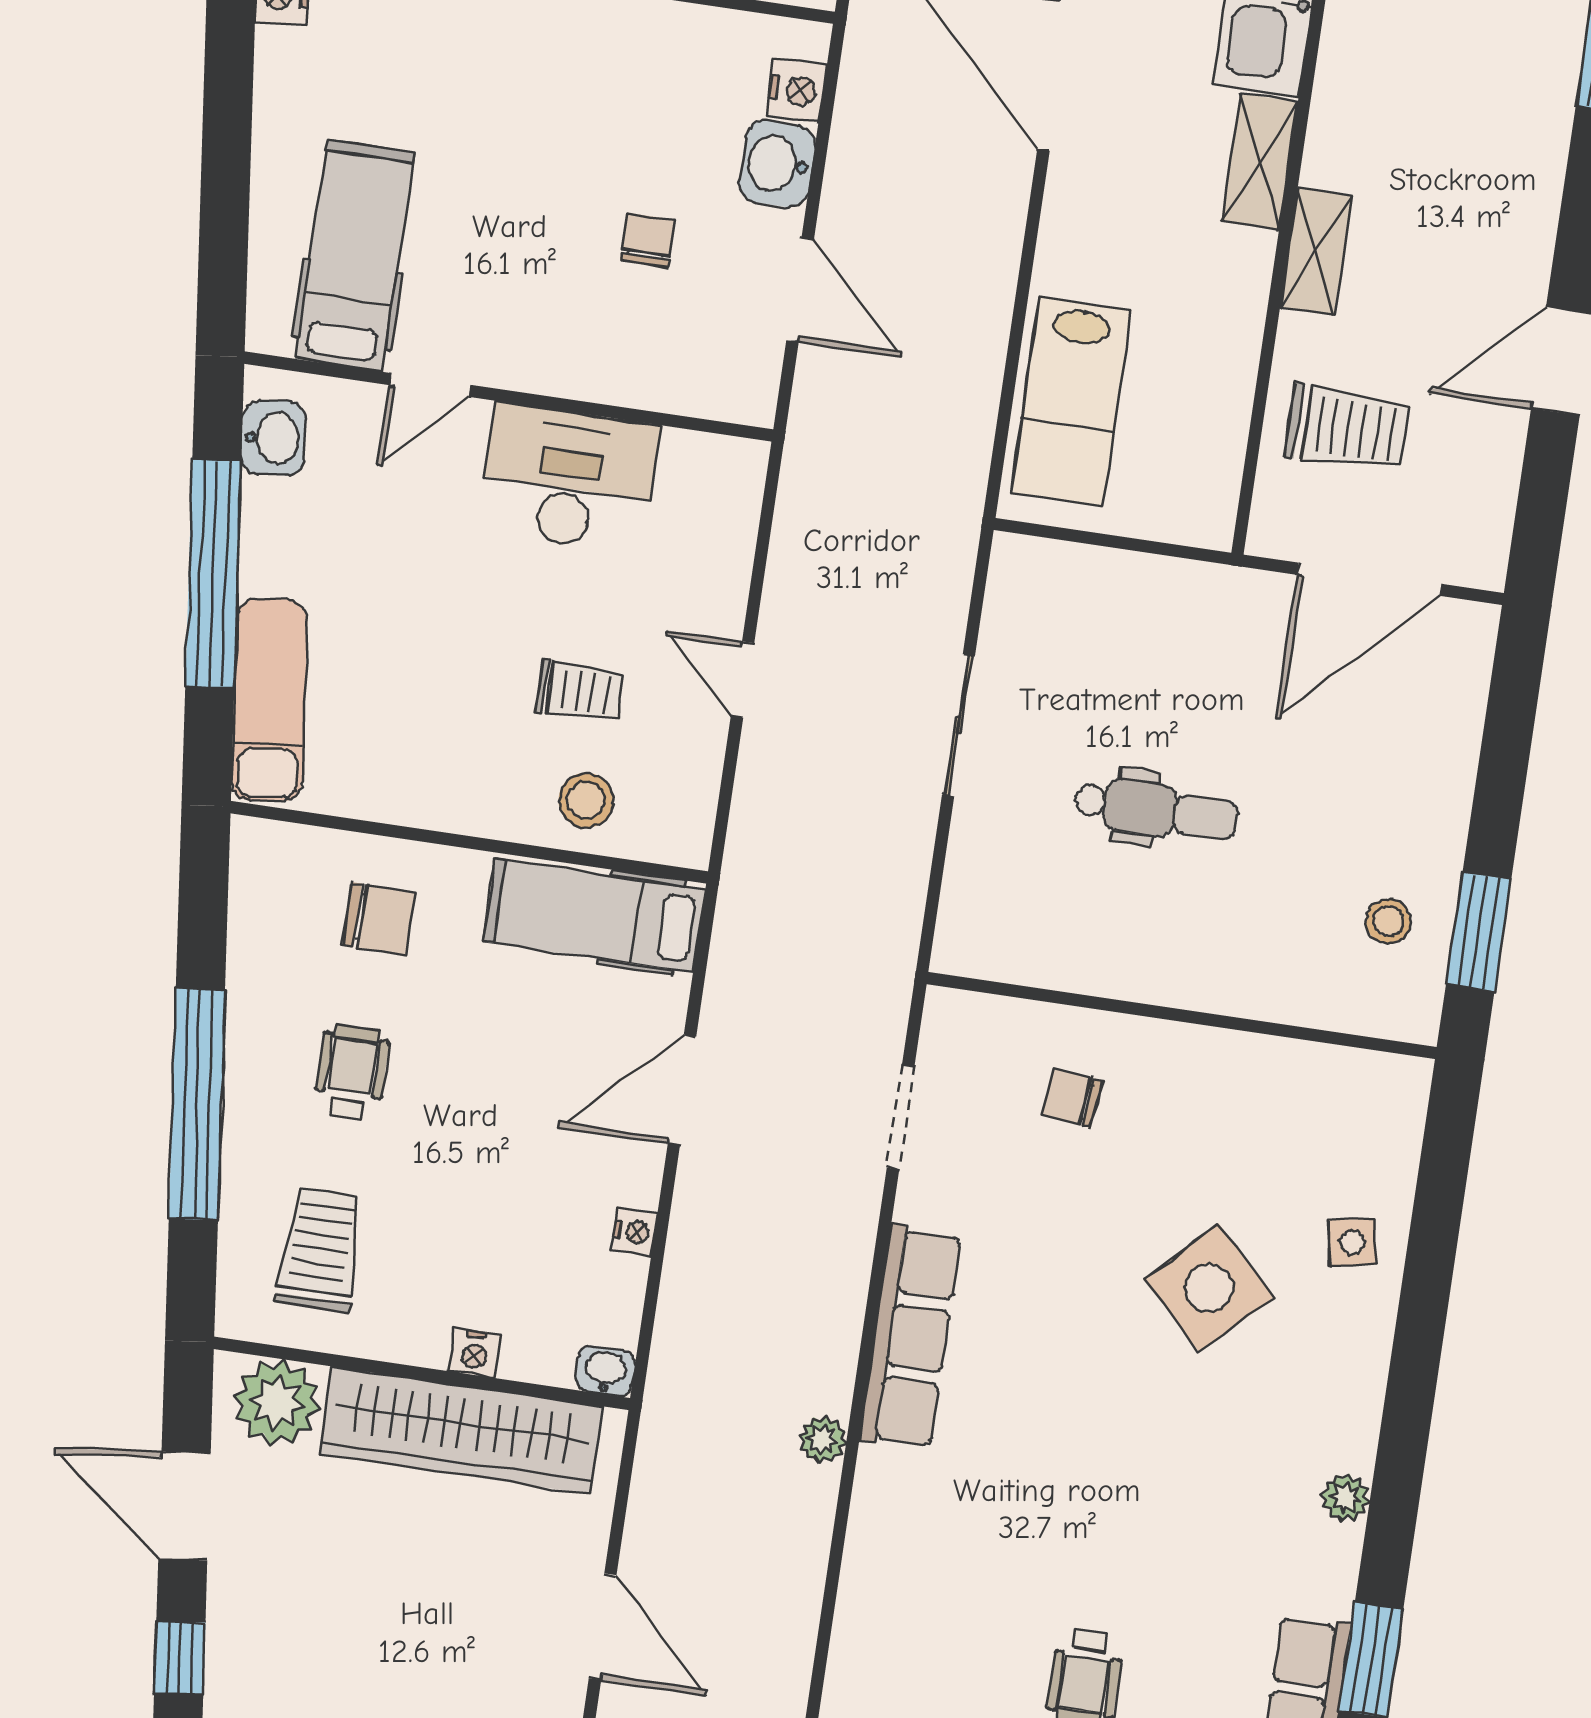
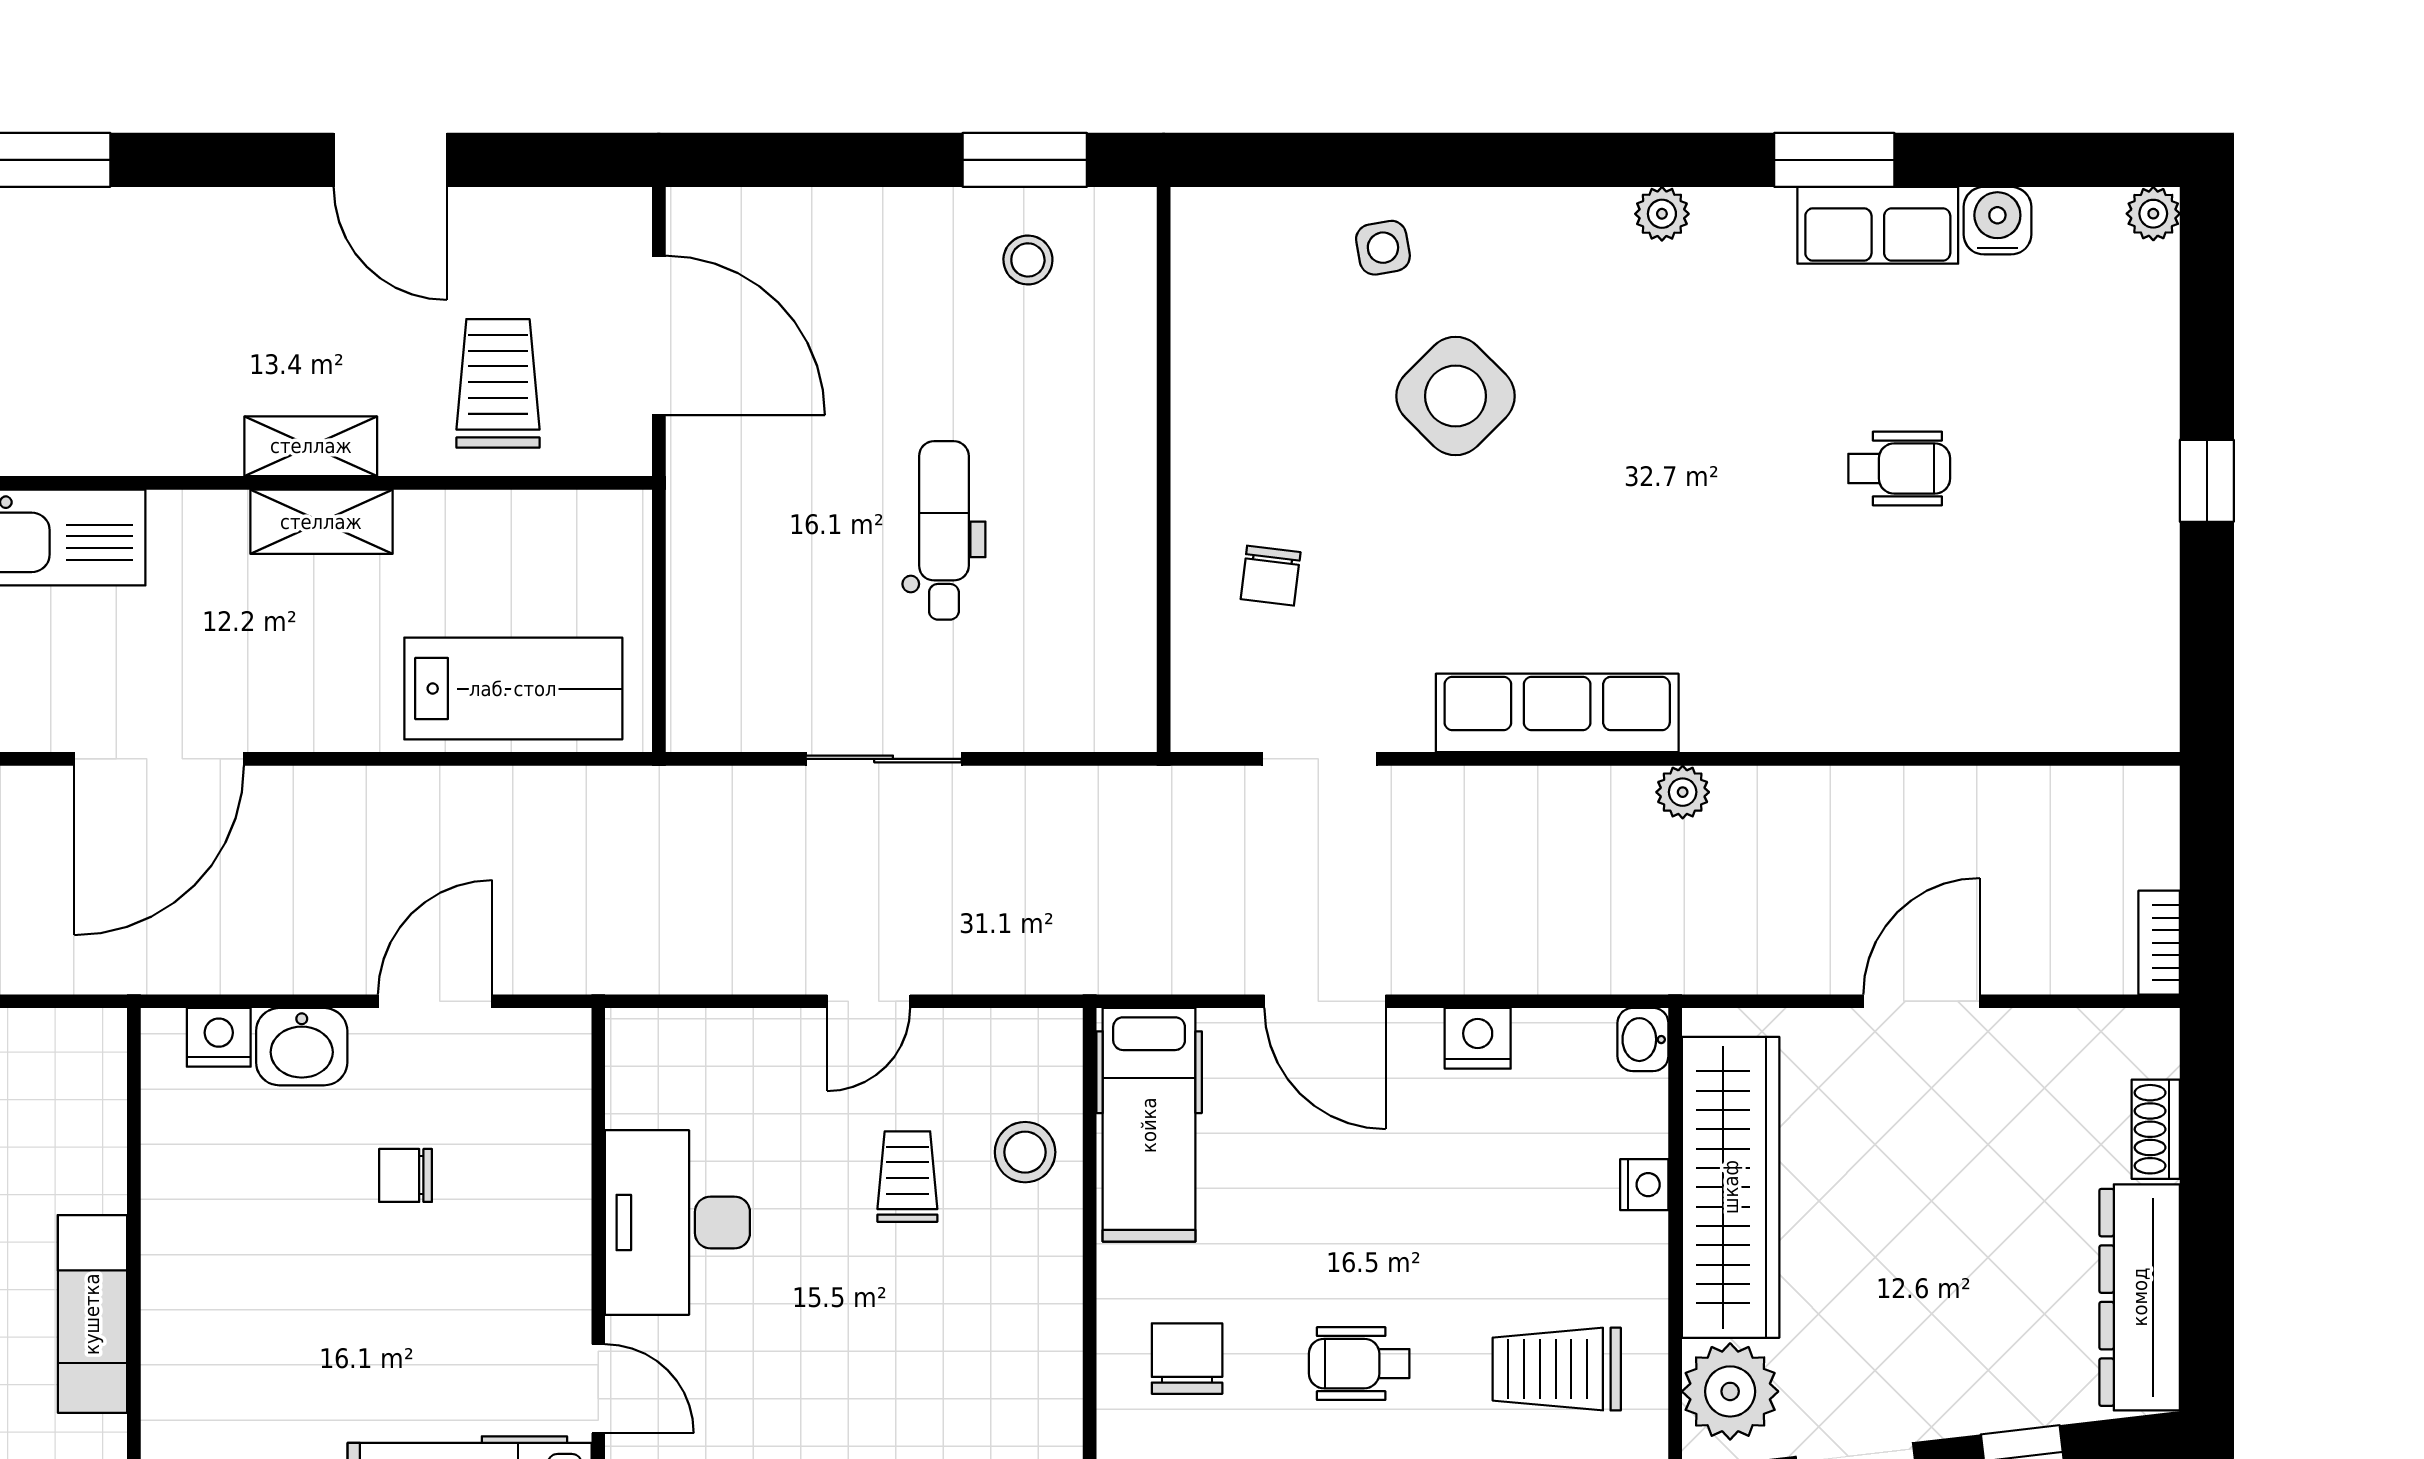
shelving: (1260, 162) -> (321, 522), moved
nightstand: (634, 1232) -> (1478, 1038), width x1.39, depth x1.35

